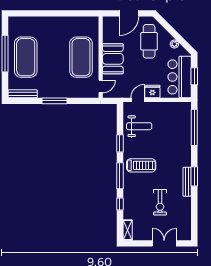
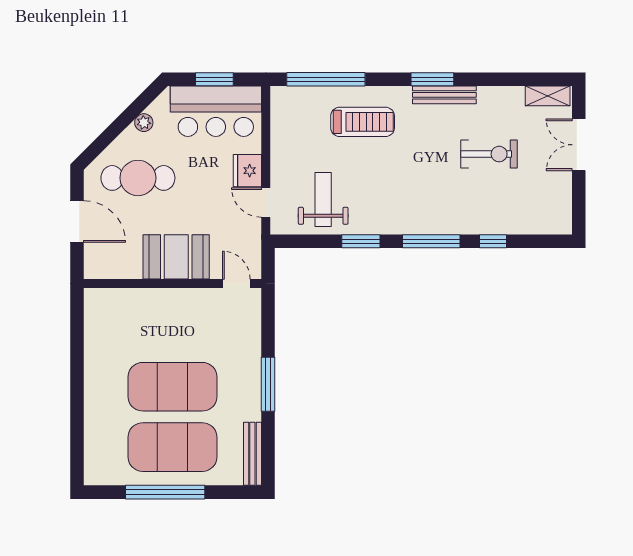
exercise mat: (81, 57) -> (173, 387), moved
treadmill: (141, 165) -> (363, 122), moved, turned 90
shelving: (128, 230) -> (548, 96), moved

